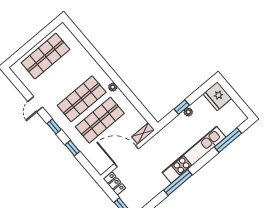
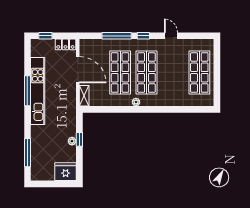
window: (72, 148) -> (117, 36), width x2.17
kitchen unit: (194, 155) -> (38, 91), moved
door: (127, 156) -> (78, 70), hinge flipped

